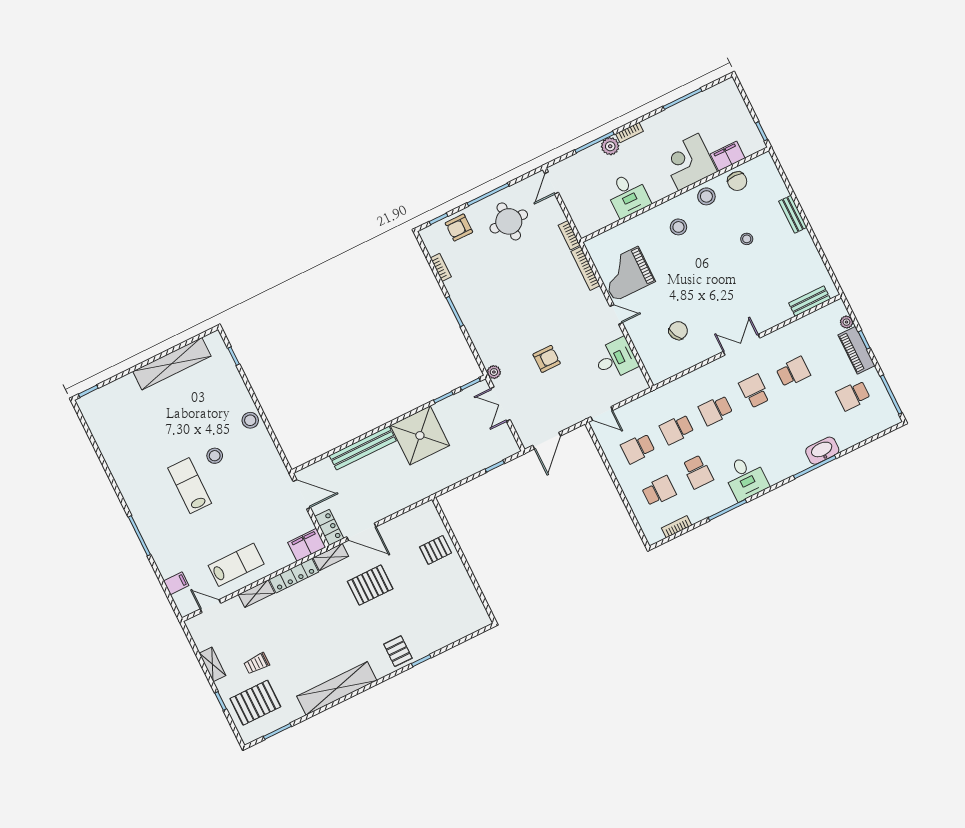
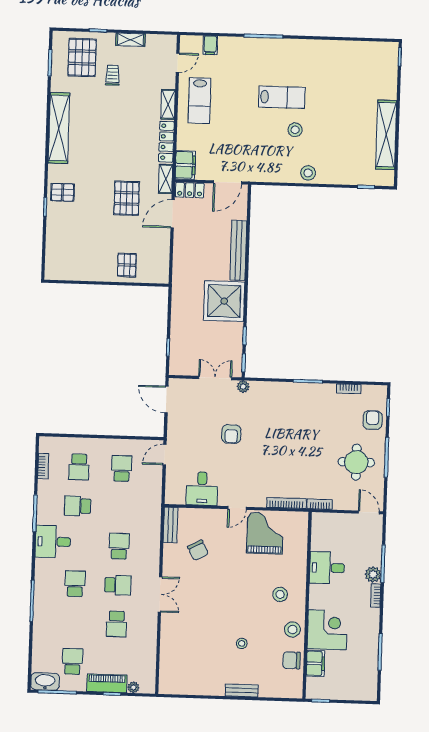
bench: (810, 301) -> (171, 525), moved
school desk: (677, 429) -> (75, 584), moved
washbasin: (822, 451) -> (45, 681), moved, turned -90

